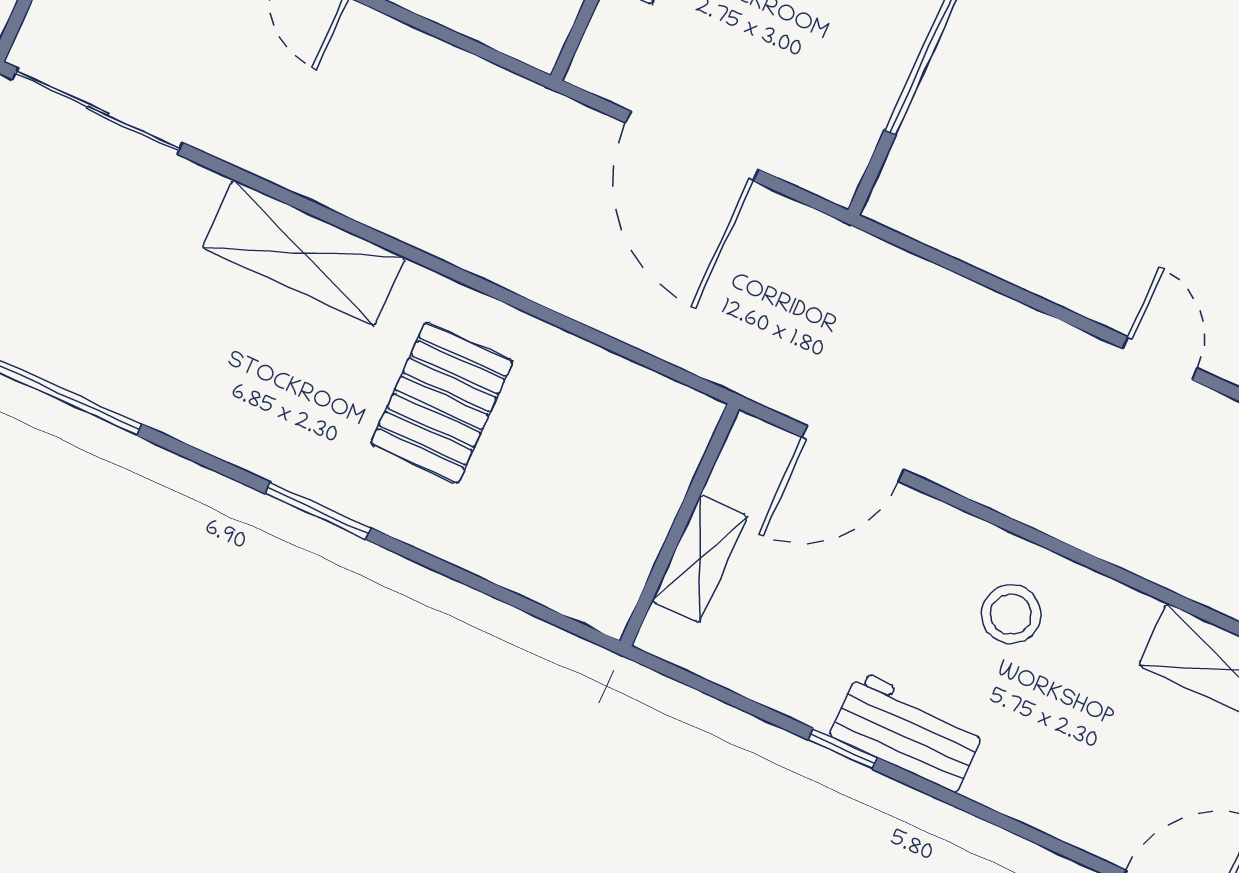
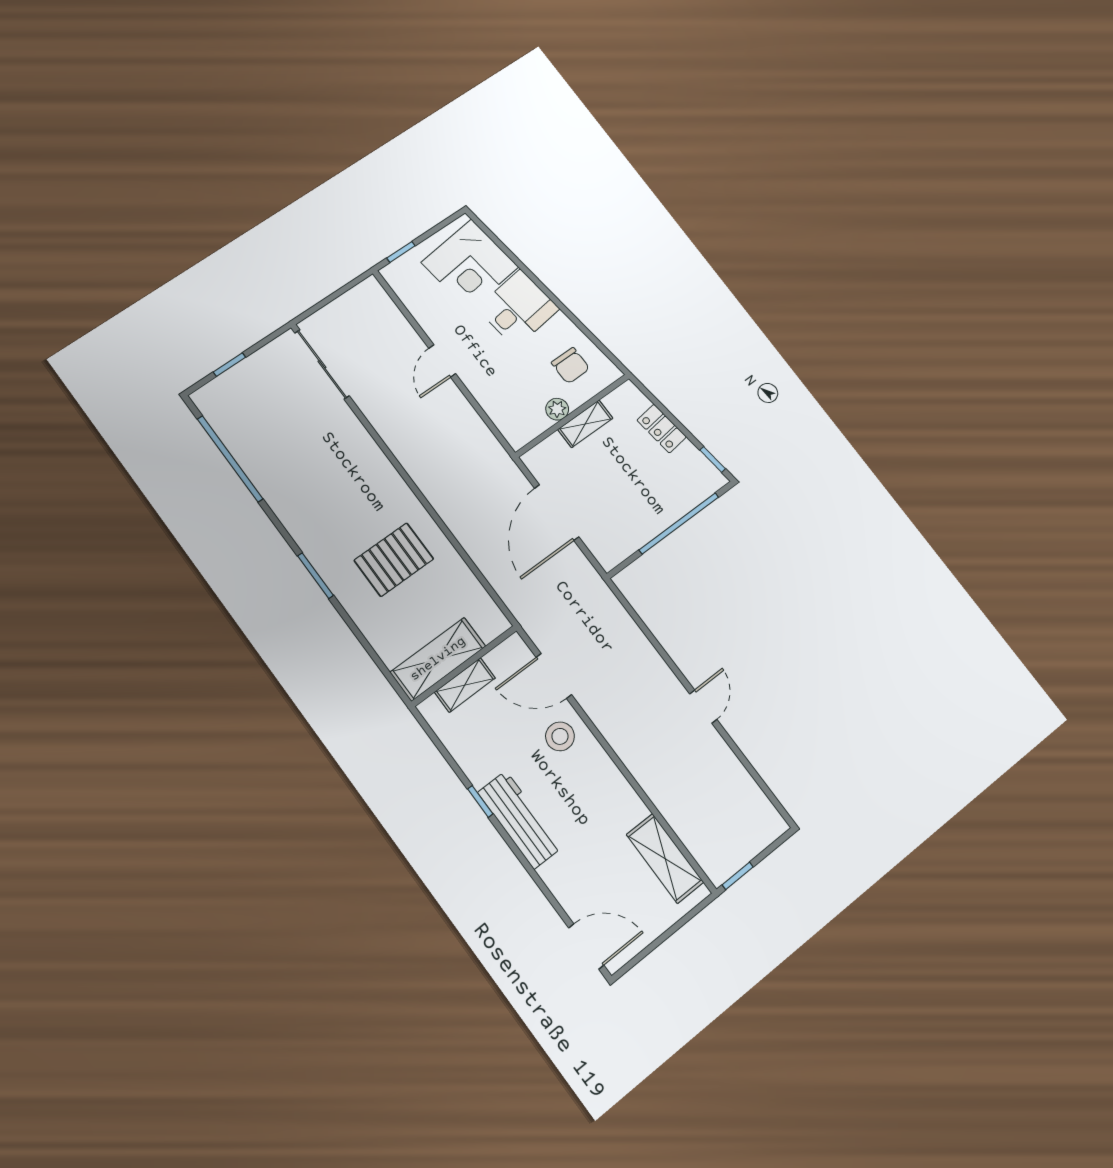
shelving: (304, 253) -> (438, 659), moved, turned 90
stool: (1011, 614) -> (560, 736), moved
workbench: (907, 732) -> (520, 820), width x1.38

